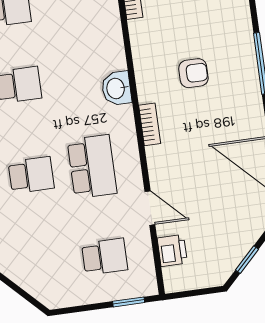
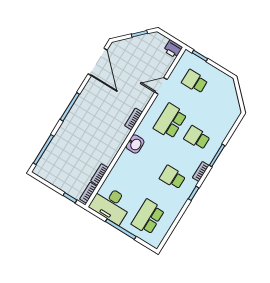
armchair: (193, 73) -> (100, 125), removed
door: (150, 208) -> (161, 86), hinge flipped
printer: (172, 251) -> (173, 49), moved, turned -90

